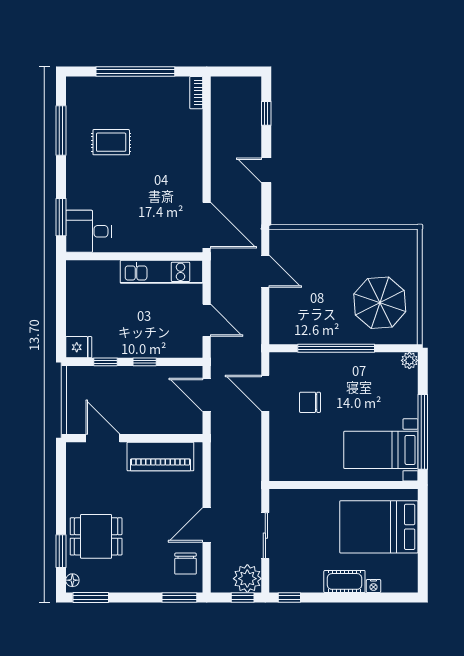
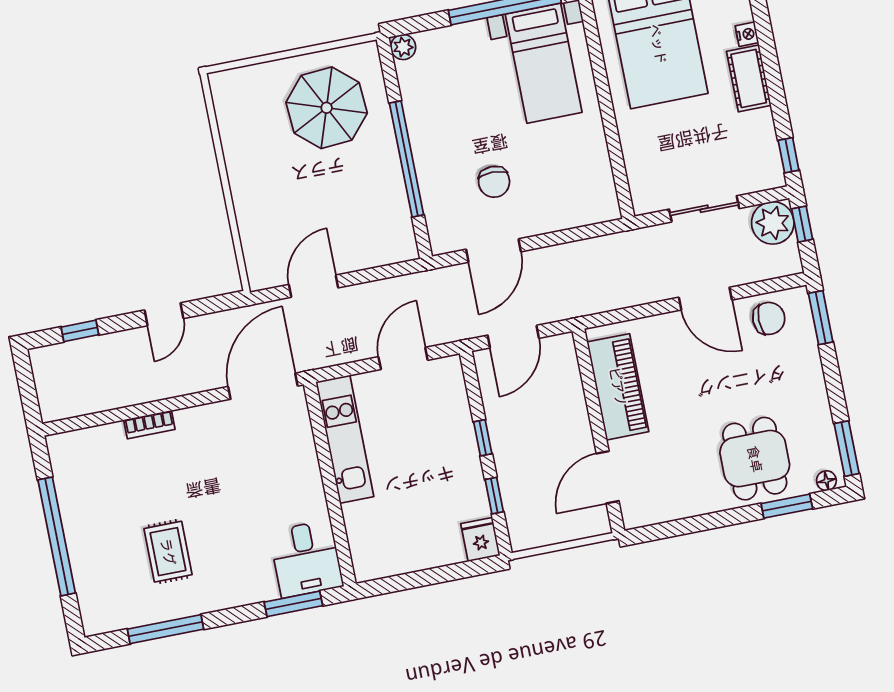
bookcase: (196, 93) -> (149, 425), moved

